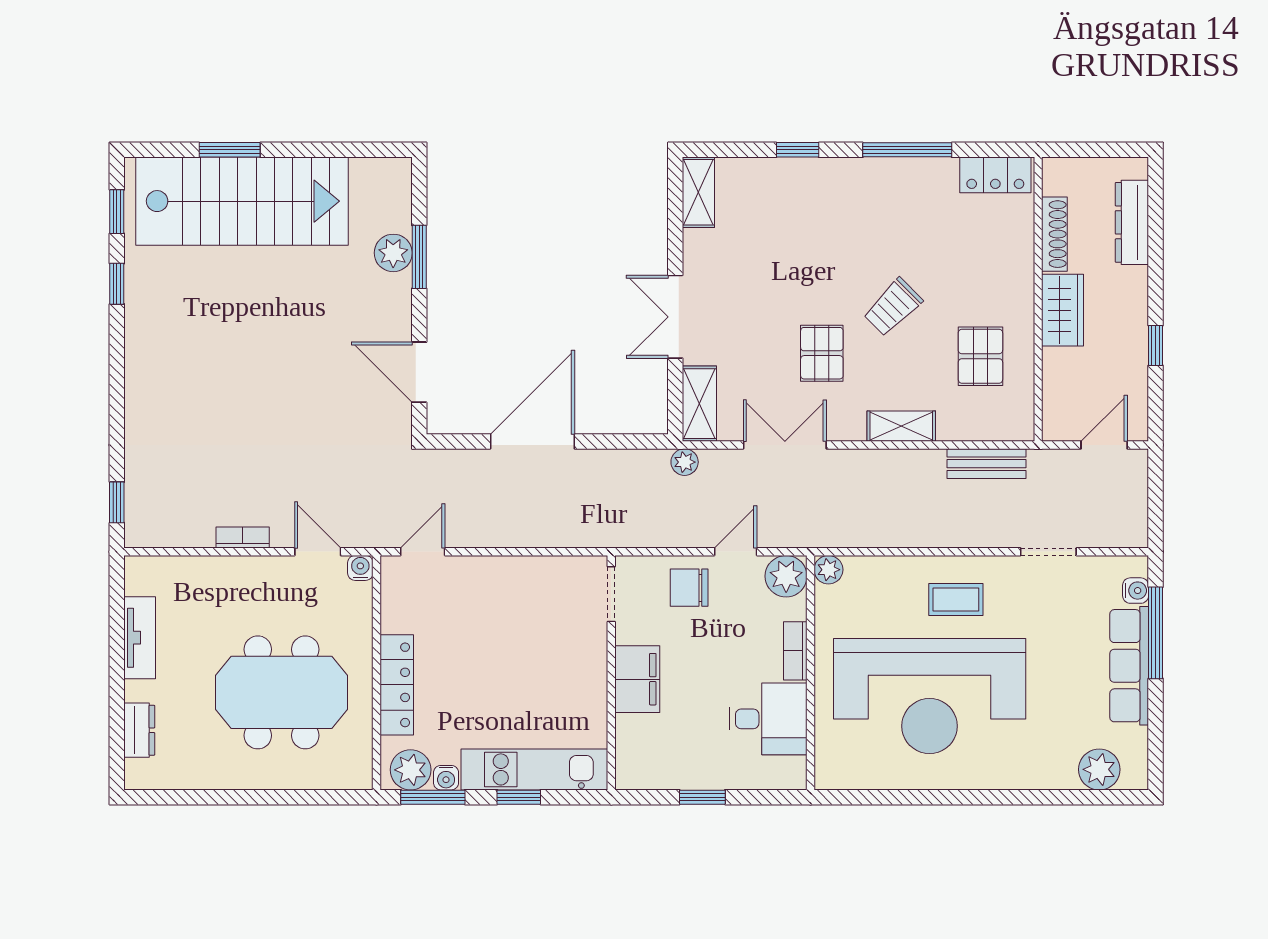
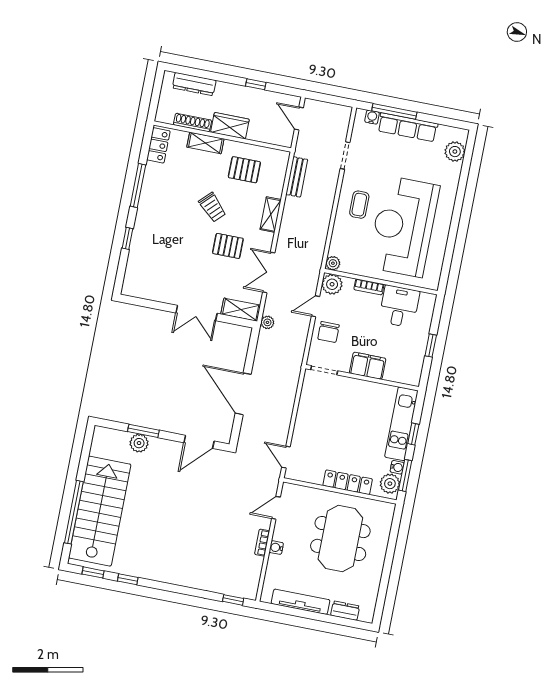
window: (230, 150) -> (74, 512), width x2.11
shelving: (698, 192) -> (205, 143), moved
door: (736, 552) -> (315, 306), hinge flipped
water cooler: (360, 568) -> (276, 548), moved
tv unit: (140, 638) -> (301, 602), width x1.41
reception desk: (930, 696) -> (403, 226), turned 180

